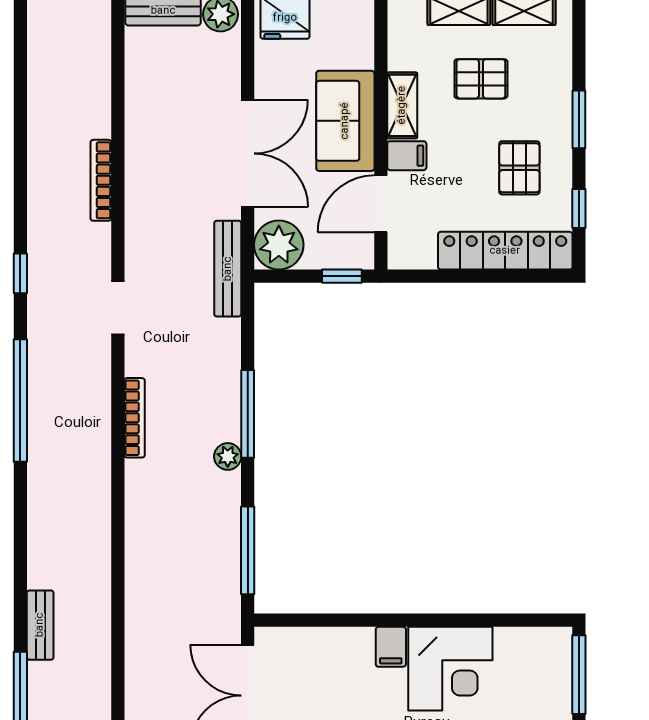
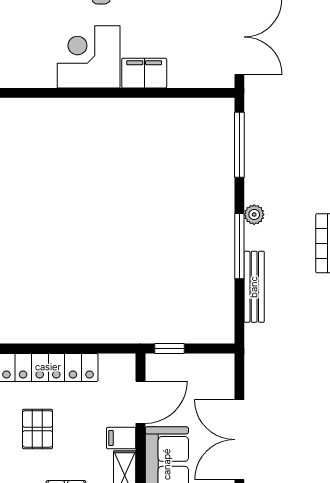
plant: (279, 245) -> (216, 372), removed
bench: (228, 269) -> (254, 287), moved
filing cabinet: (391, 647) -> (144, 73), width x2.00

